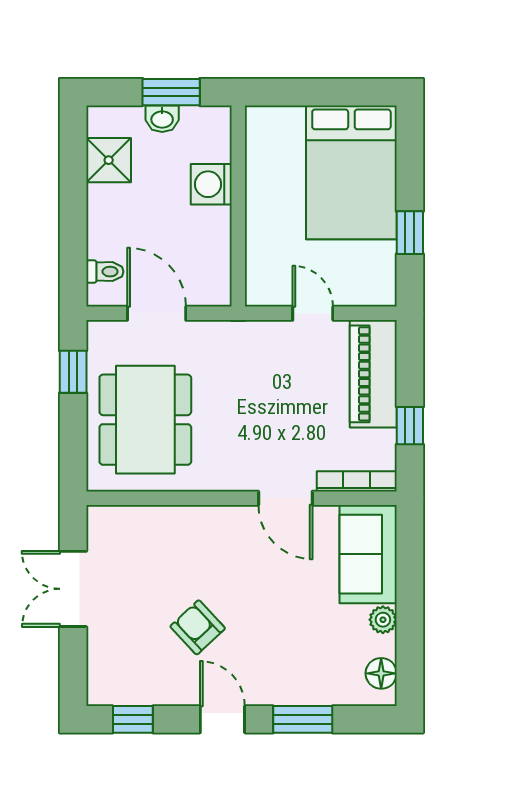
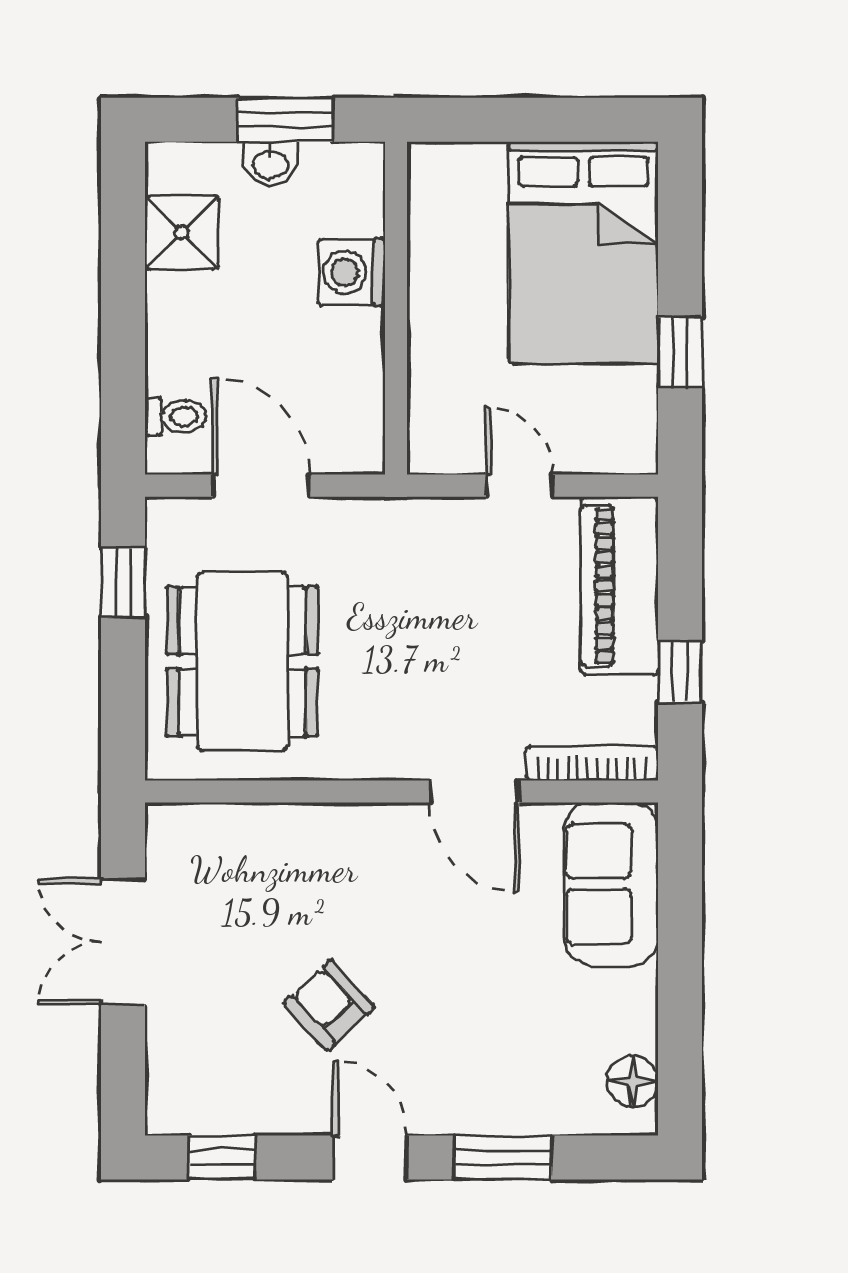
plant: (383, 620) -> (636, 993), removed

